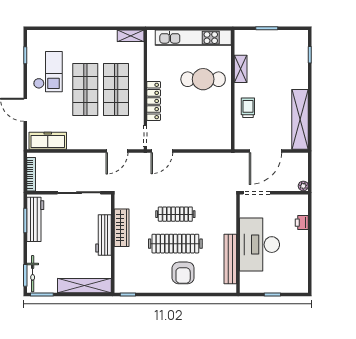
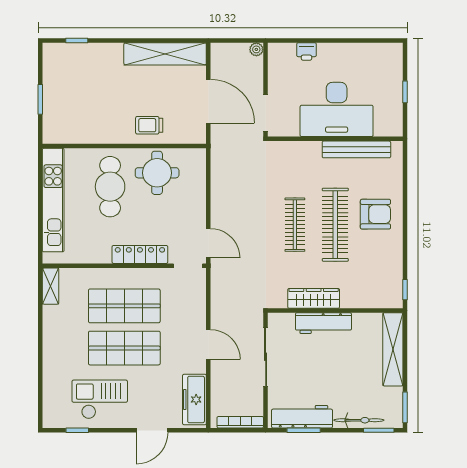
shelving: (241, 69) -> (96, 135), removed
round table: (213, 113) -> (157, 173), added
door: (117, 151) -> (208, 344), moved
bicycle: (33, 274) -> (359, 420), moved

